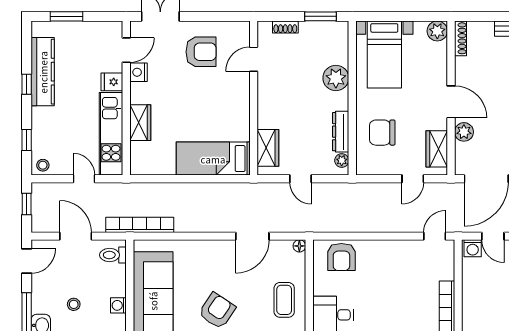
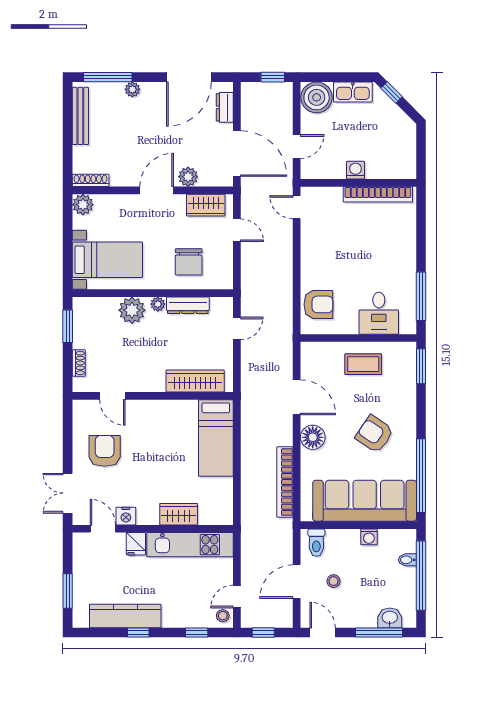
wardrobe: (268, 148) -> (195, 381), width x1.50
plant: (342, 160) -> (158, 304), moved
door: (84, 179) -> (237, 597), moved
door: (301, 179) -> (237, 328), moved
bookcase: (140, 225) -> (285, 482), moved
floor lamp: (299, 246) -> (313, 437), moved, width x1.89, depth x1.89
washing machine: (473, 248) -> (356, 170), moved, turned -90
stool: (74, 304) -> (334, 581), moved

